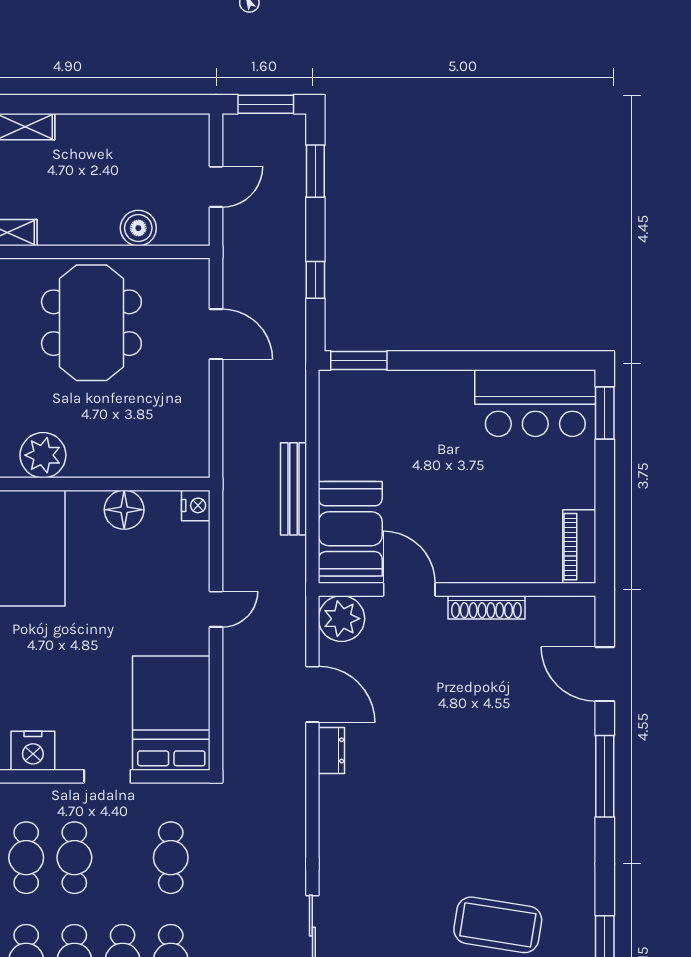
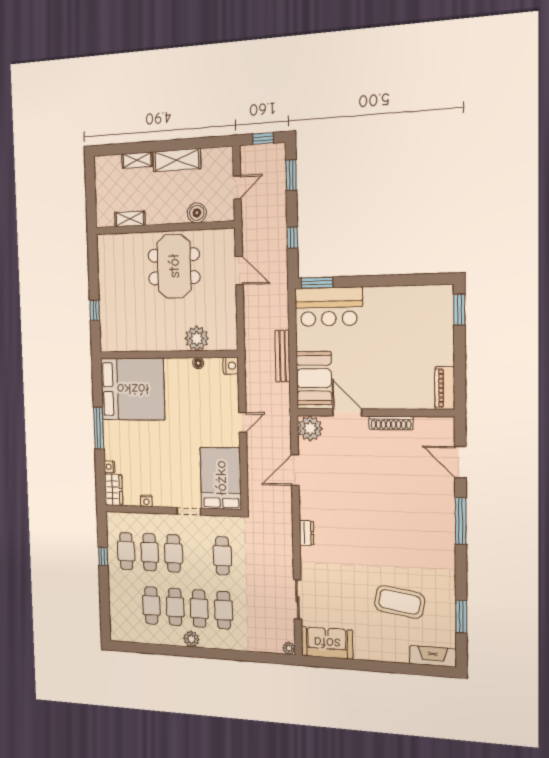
window: (266, 104) -> (263, 138), width x0.67
shelving: (103, 132) -> (177, 160), added
bar counter: (535, 403) -> (329, 307), moved
plant: (43, 455) -> (197, 338), moved
floor lamp: (124, 510) -> (198, 363), width x0.53, depth x0.53
door: (312, 694) -> (295, 470), swing flipped
dresser: (331, 750) -> (306, 533), moved
nightstand: (33, 751) -> (146, 501), width x0.53, depth x0.56

